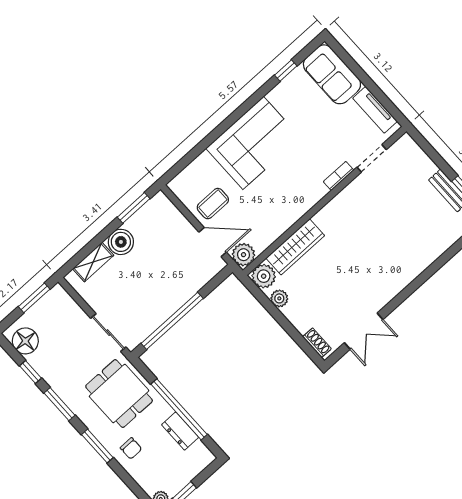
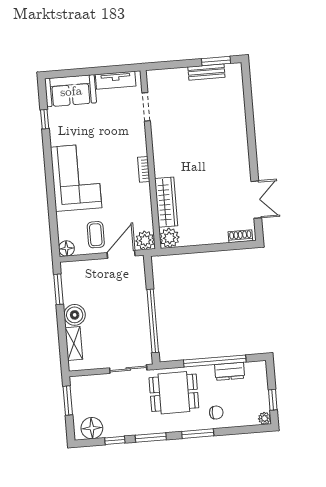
bookcase: (339, 176) -> (144, 169), moved
floor lamp: (178, 186) -> (66, 248), added
plant: (279, 298) -> (192, 239), removed

